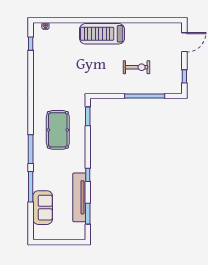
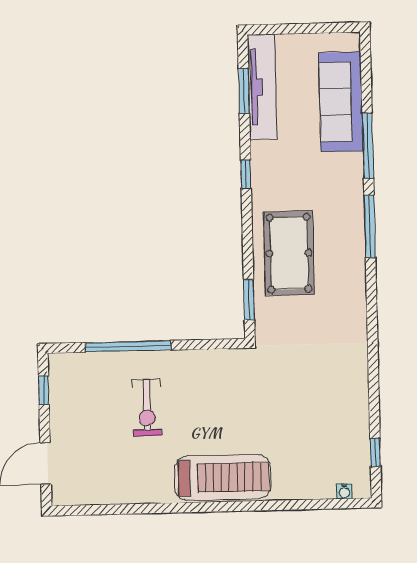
exercise bike: (137, 67) -> (147, 408), turned -90
pool table: (58, 130) -> (289, 253), moved
tv unit: (79, 197) -> (262, 87), moved
sofa: (43, 208) -> (341, 102), width x1.36

